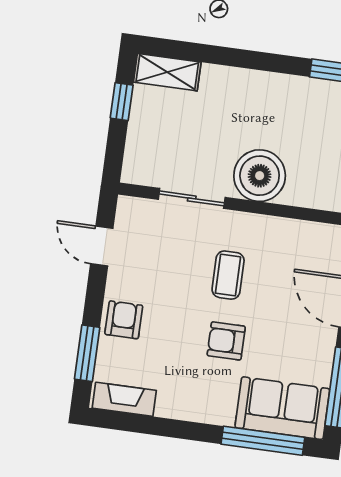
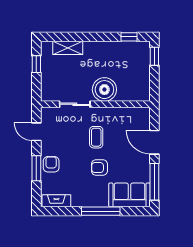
shelving: (167, 72) -> (68, 48), moved
window: (87, 353) -> (36, 168), moved
window: (263, 441) -> (101, 211), moved

